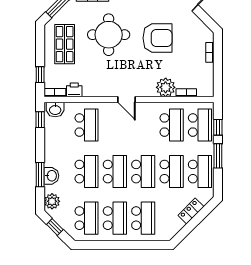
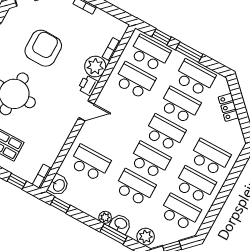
printer: (74, 90) -> (88, 85), moved
plant: (50, 161) -> (105, 217), added

